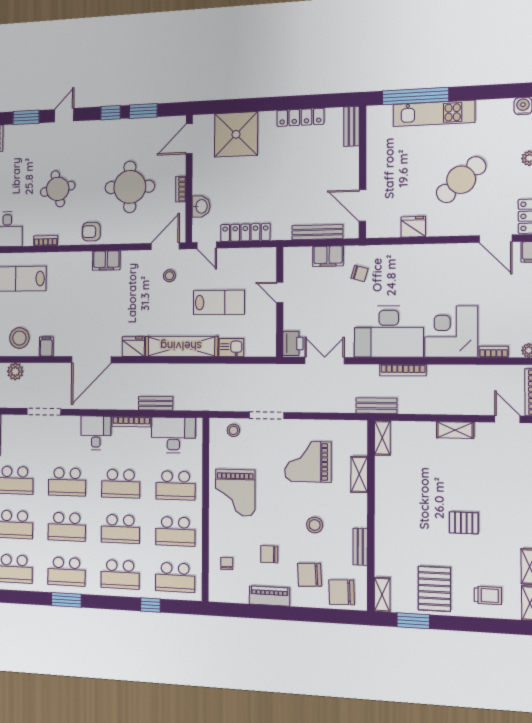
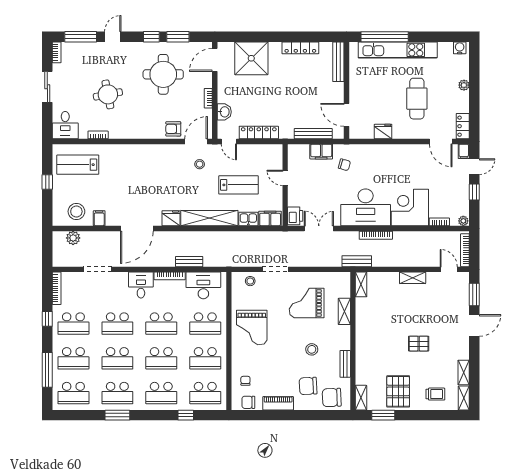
kitchen unit: (434, 113) -> (398, 50), width x1.36
window: (26, 117) -> (81, 37), width x1.44
bench: (352, 126) -> (338, 62), width x1.36
cafe table: (461, 180) -> (417, 99), turned -48
round table: (130, 187) -> (163, 74), moved
armchair: (91, 232) -> (173, 129), moved
filing cabinet: (106, 260) -> (270, 218), moved, turned 180
chair: (269, 554) -> (248, 402), moved

